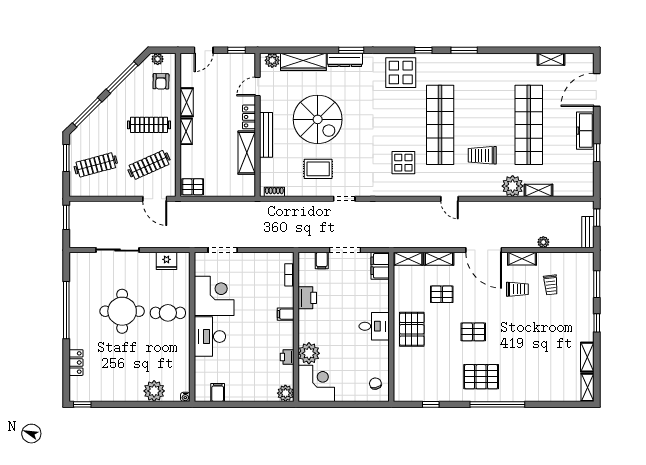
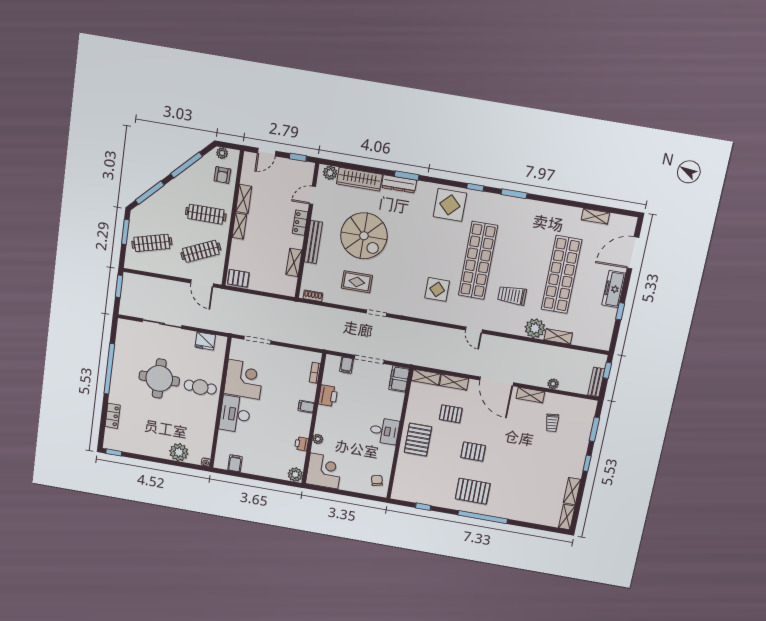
shelving: (247, 153) -> (294, 262), width x0.67, depth x0.75
trolley: (517, 289) -> (521, 421), removed
plant: (309, 353) -> (318, 439), width x0.53, depth x0.53

